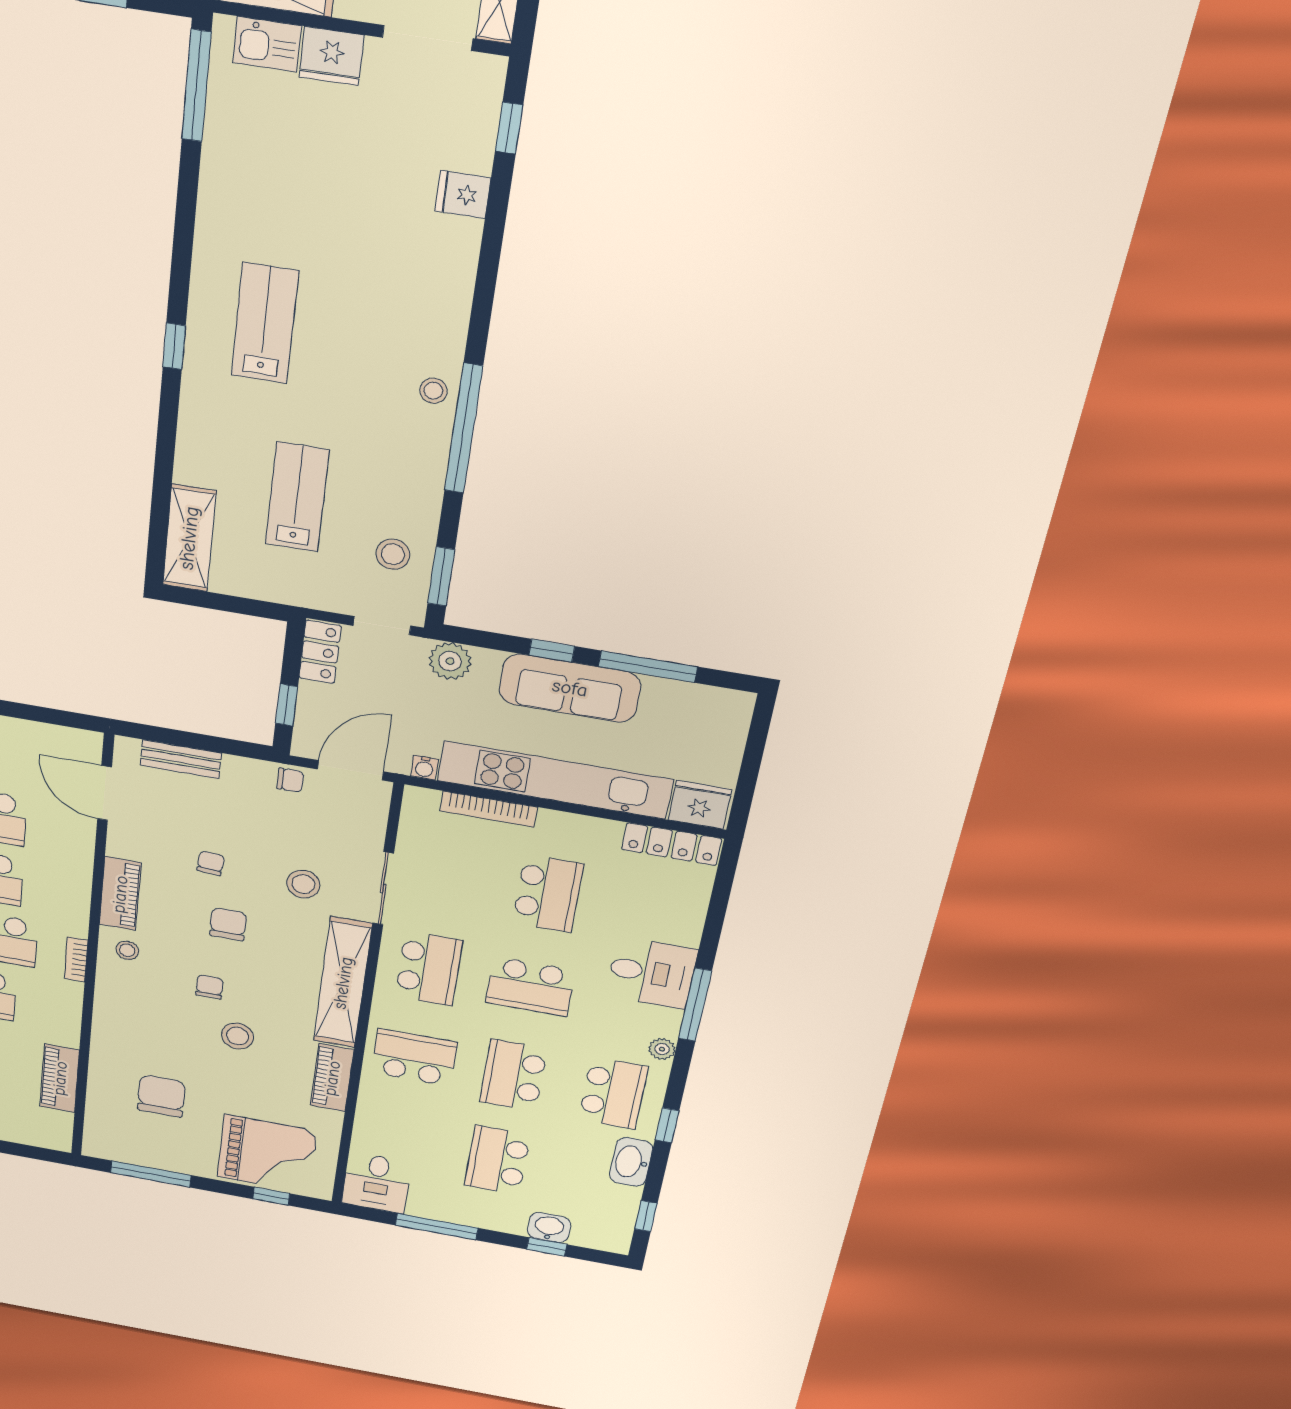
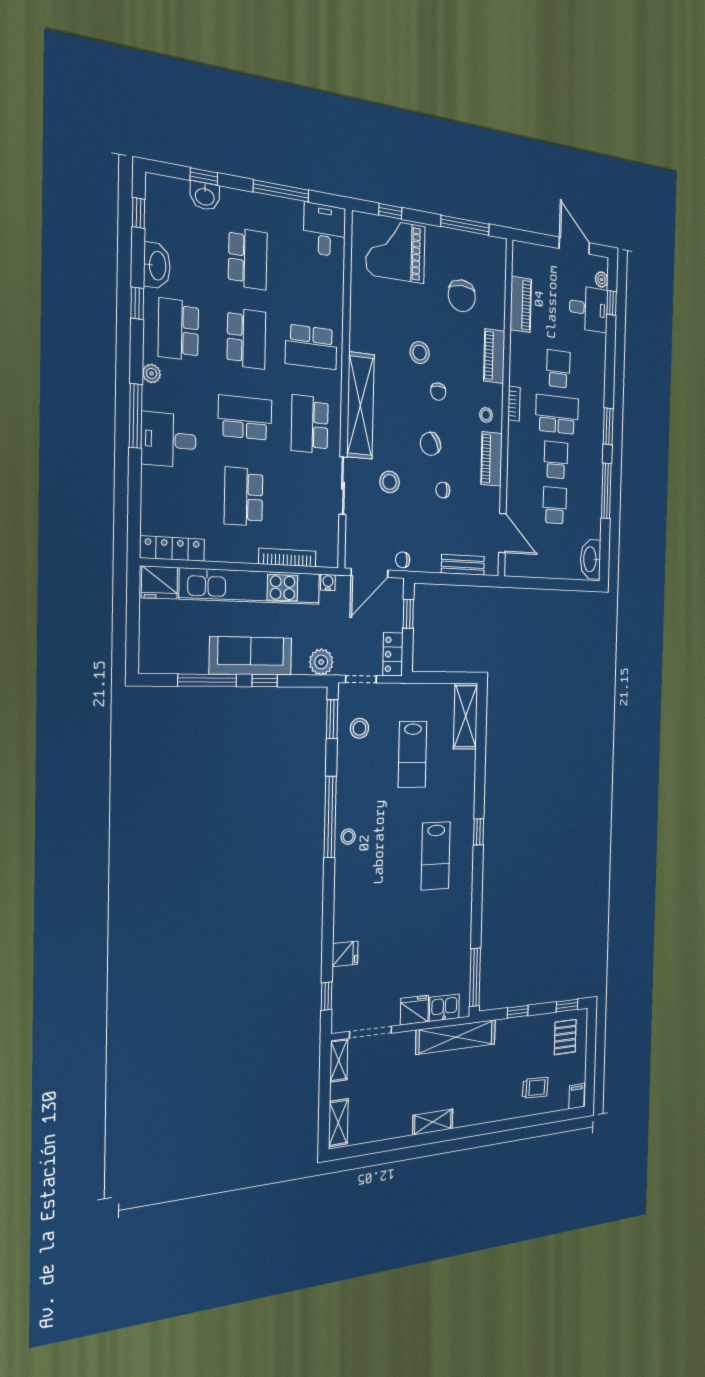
chair: (211, 863) -> (443, 490), turned 85
chair: (228, 924) -> (430, 444), turned 62
piano: (332, 1078) -> (494, 356), moved, turned 180

